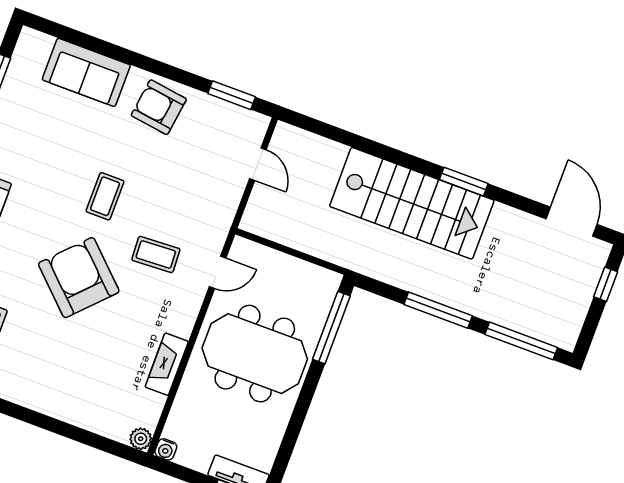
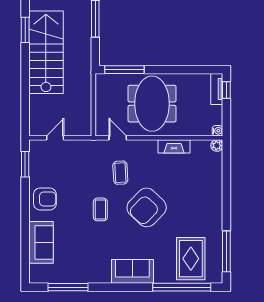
armchair: (159, 107) -> (45, 199), turned -98
coffee table: (105, 196) -> (100, 209), turned 90

